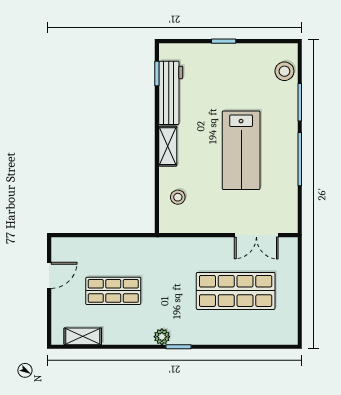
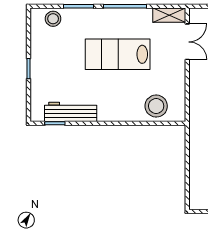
shelving: (168, 146) -> (169, 15), moved
lab bench: (241, 150) -> (118, 54), turned 180
stool: (178, 197) -> (156, 106), width x1.89, depth x1.89

